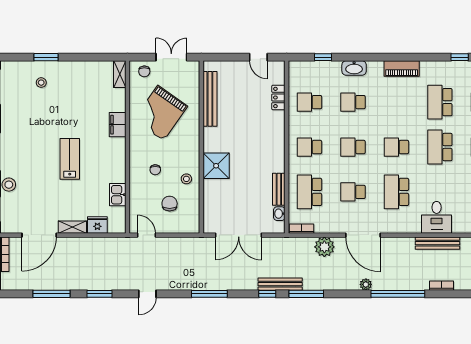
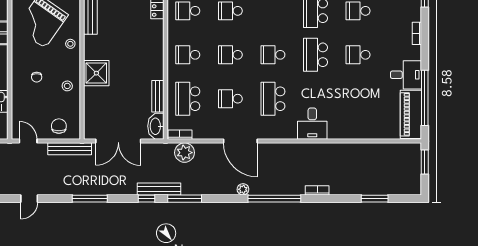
stool: (190, 136) -> (70, 44), added
chair: (170, 204) -> (59, 126), moved
washbasin: (279, 214) -> (156, 126), width x1.91, depth x1.45
bench: (438, 243) -> (70, 149), moved
plant: (324, 247) -> (185, 153), moved

